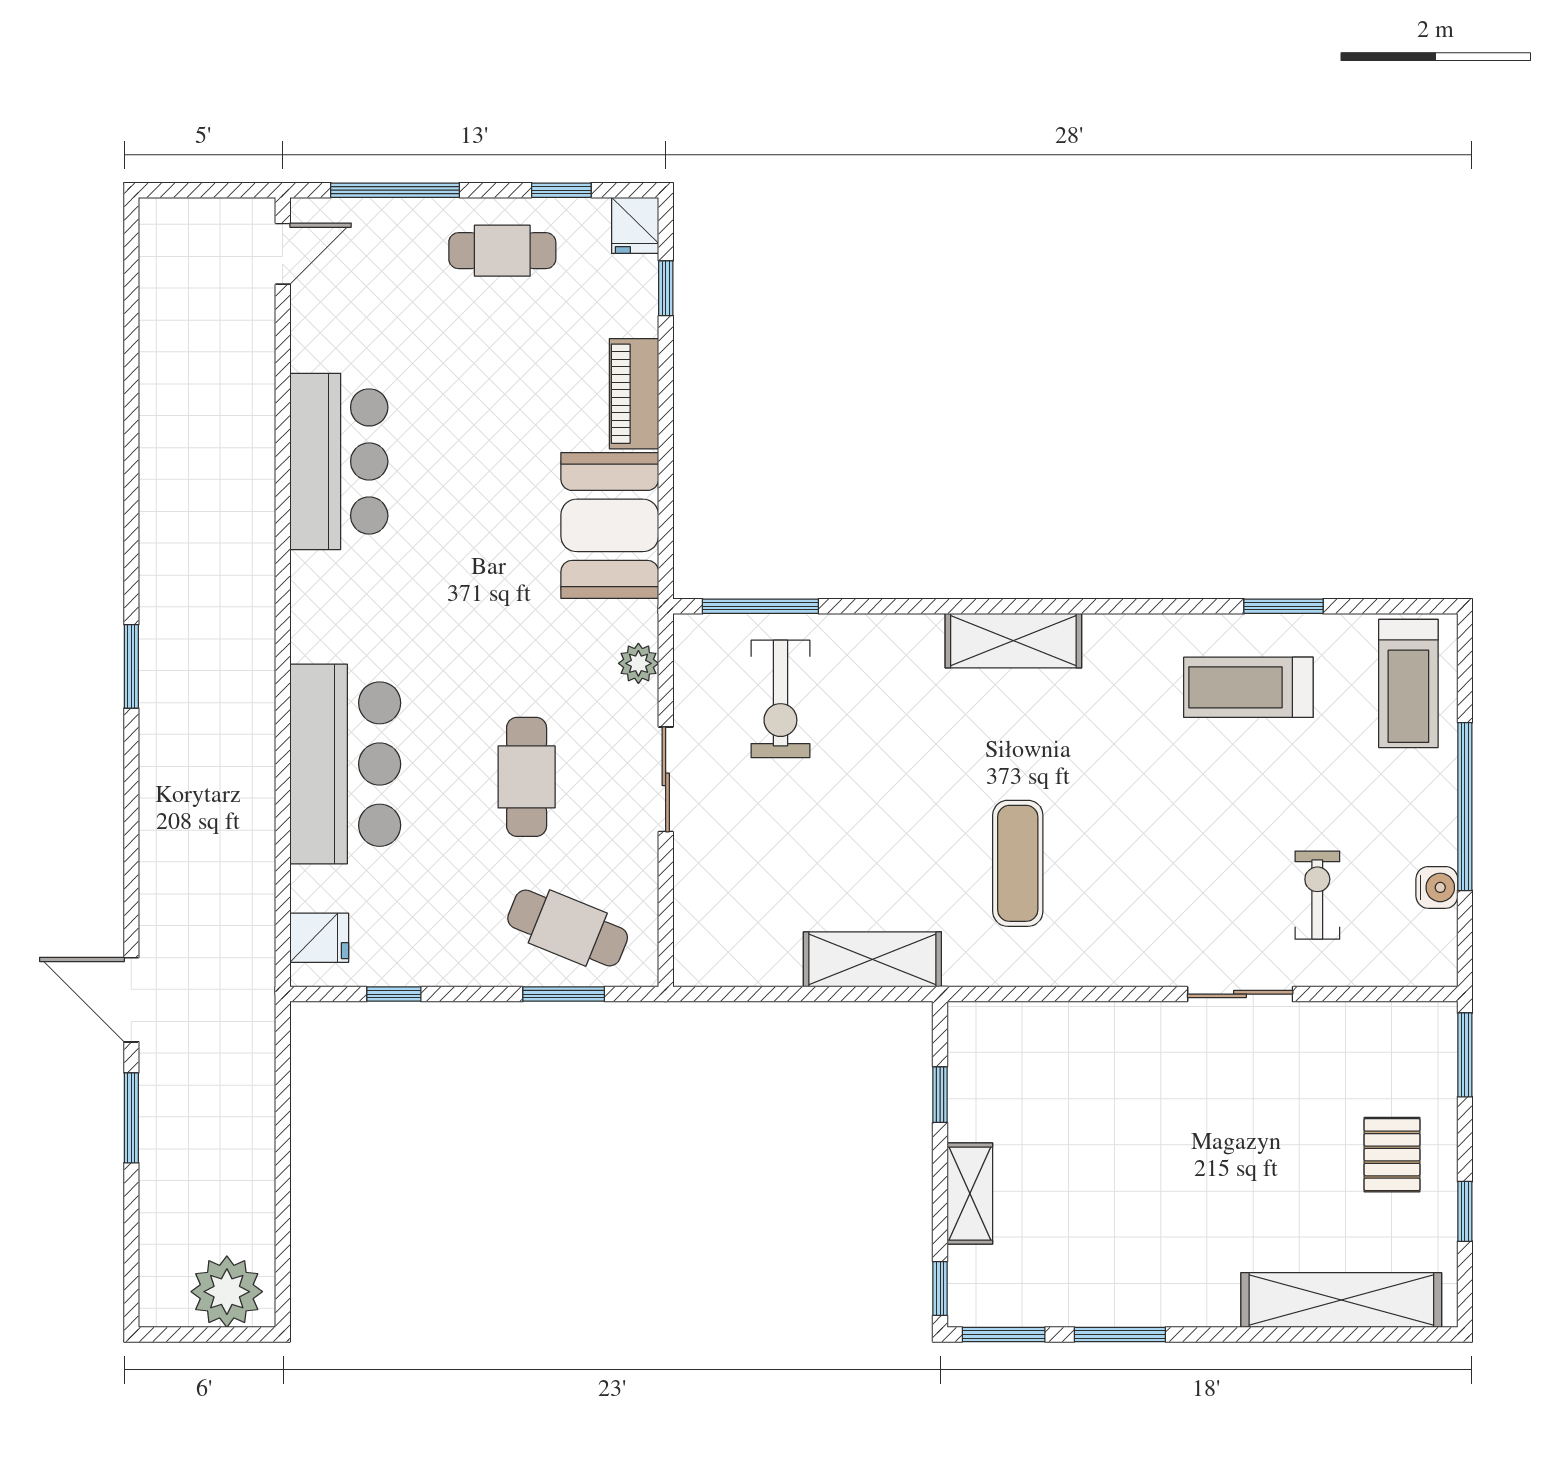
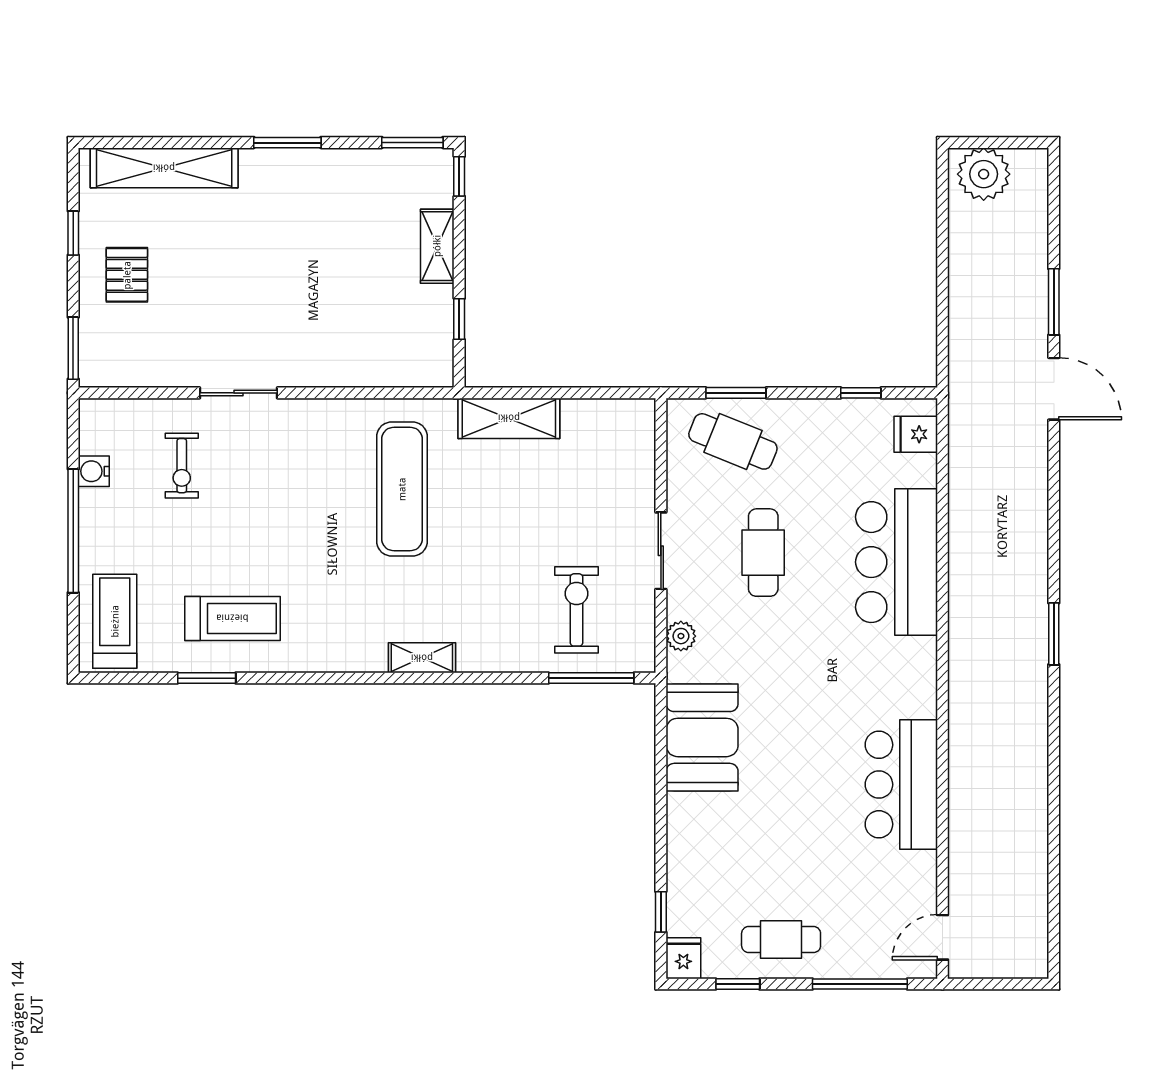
piano: (634, 394) -> (684, 834), removed
shelving: (1013, 641) -> (422, 658), width x0.67, depth x0.75
exercise mat: (1018, 863) -> (402, 489), width x1.36, depth x1.45
window: (1120, 1335) -> (287, 143), moved

